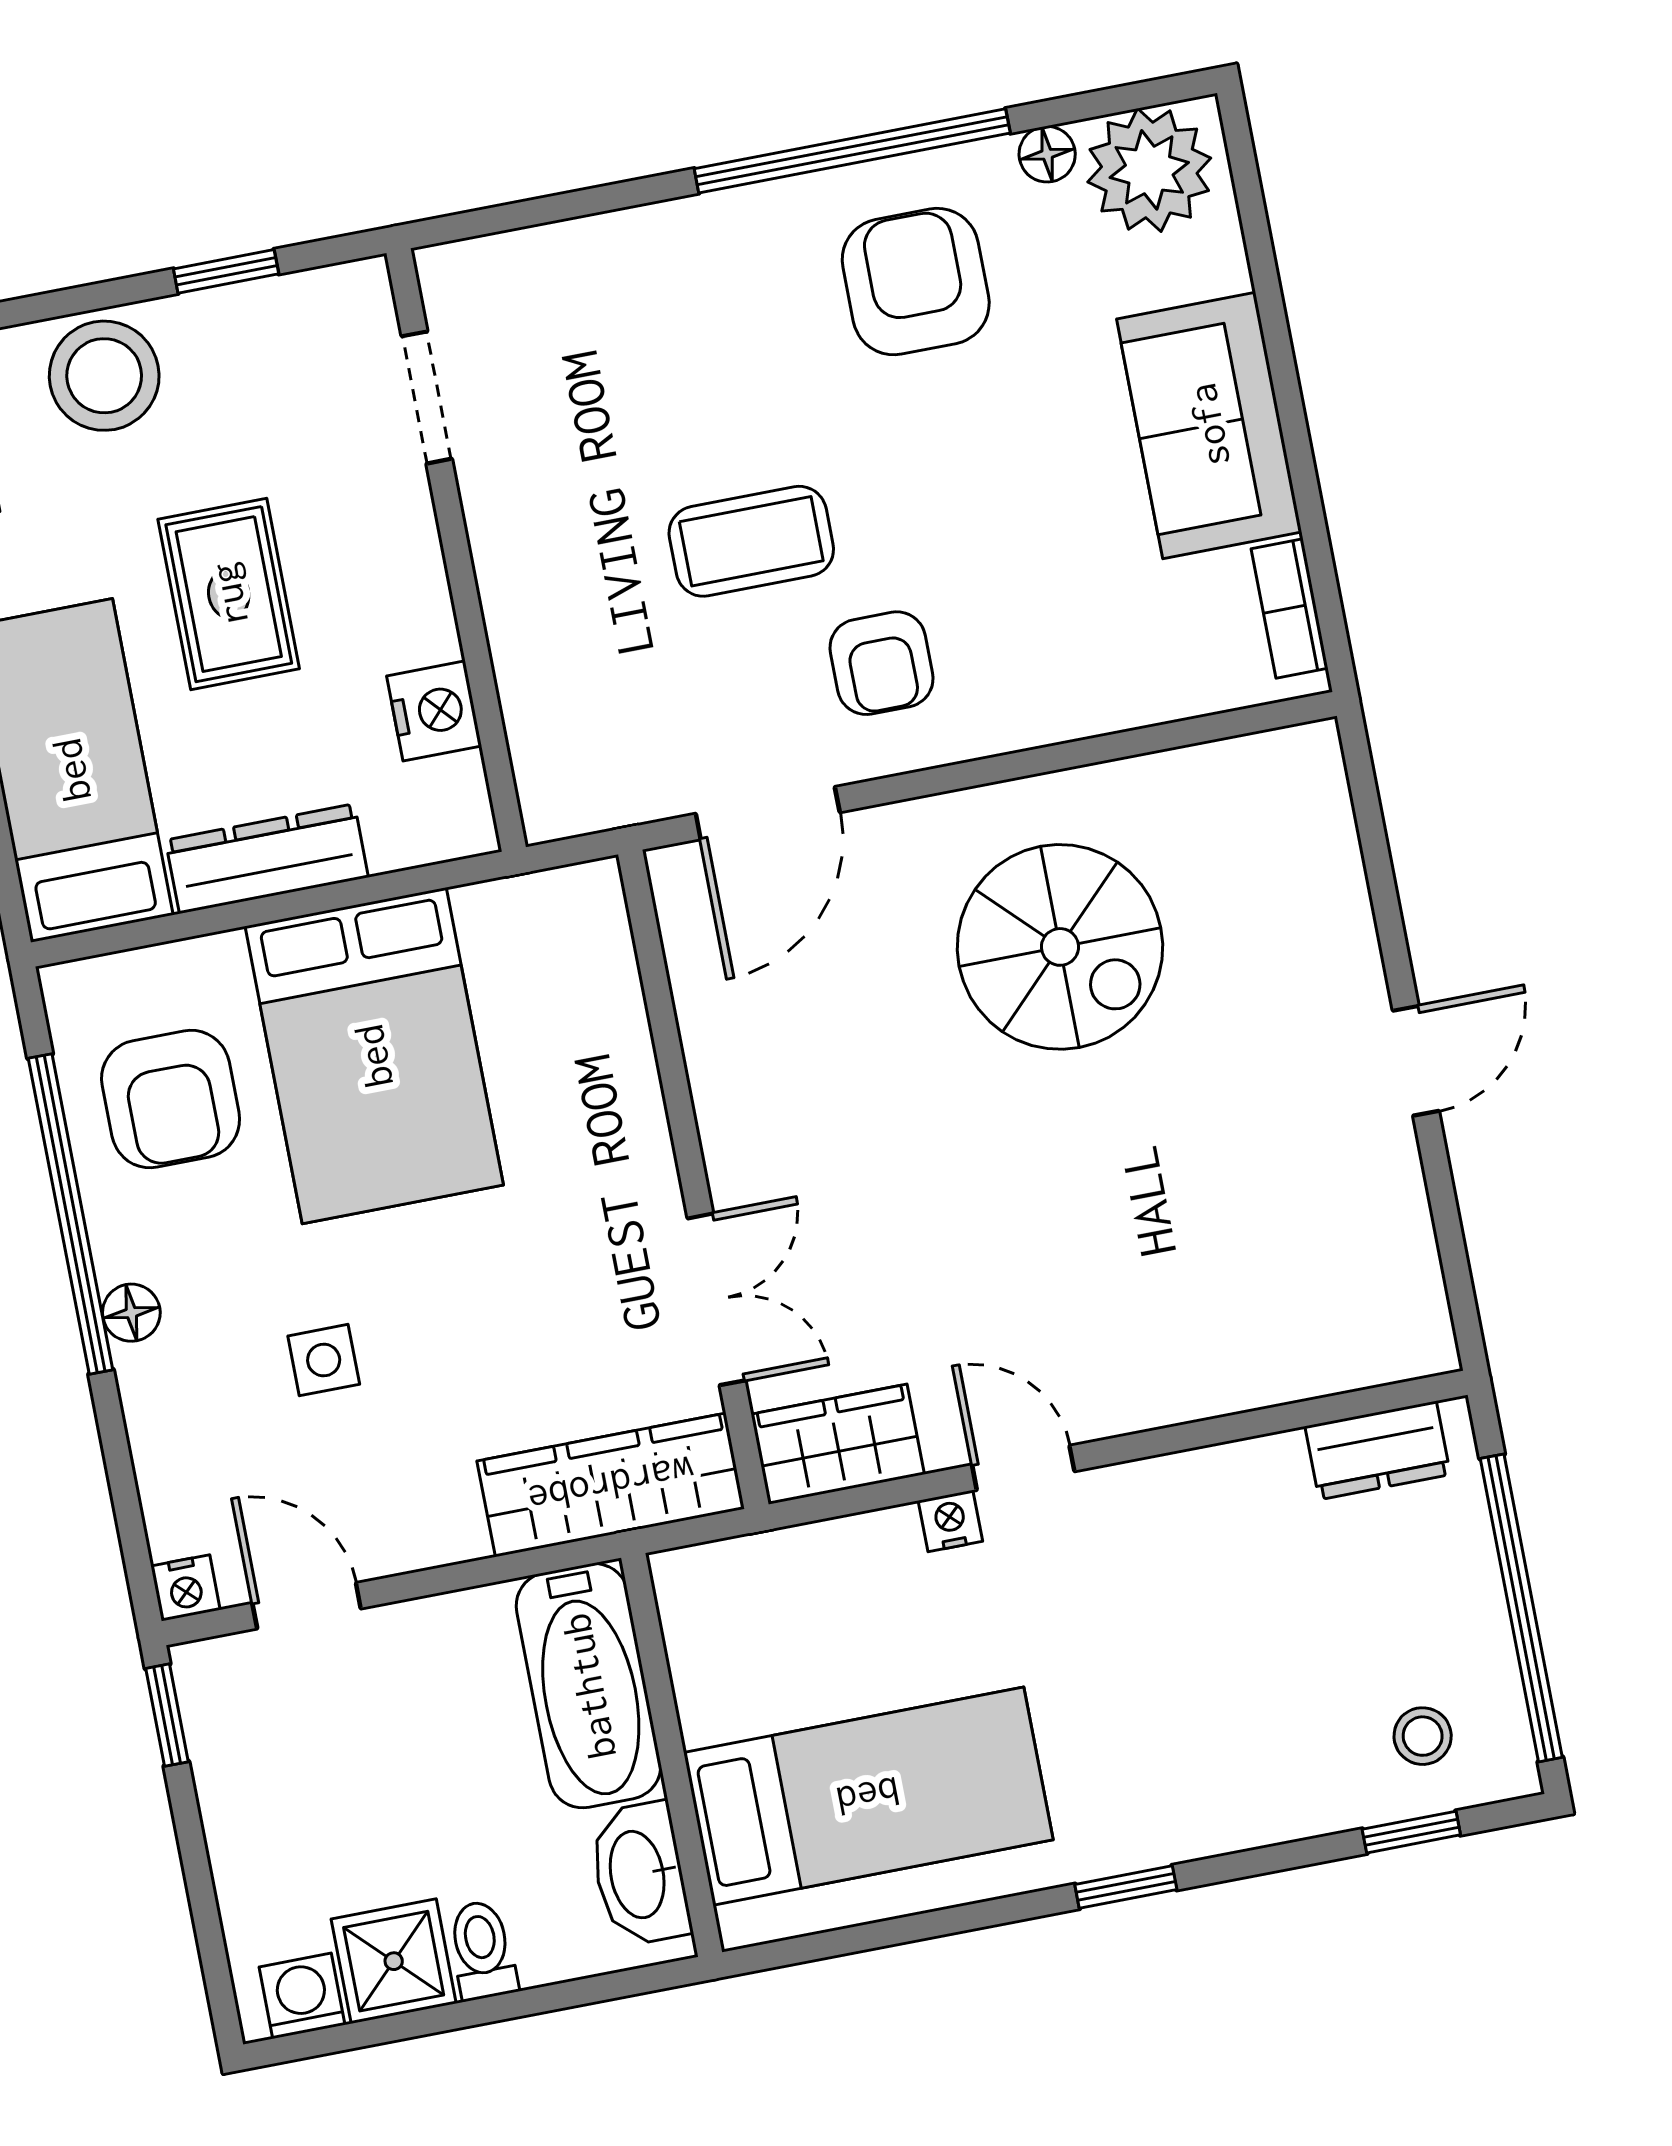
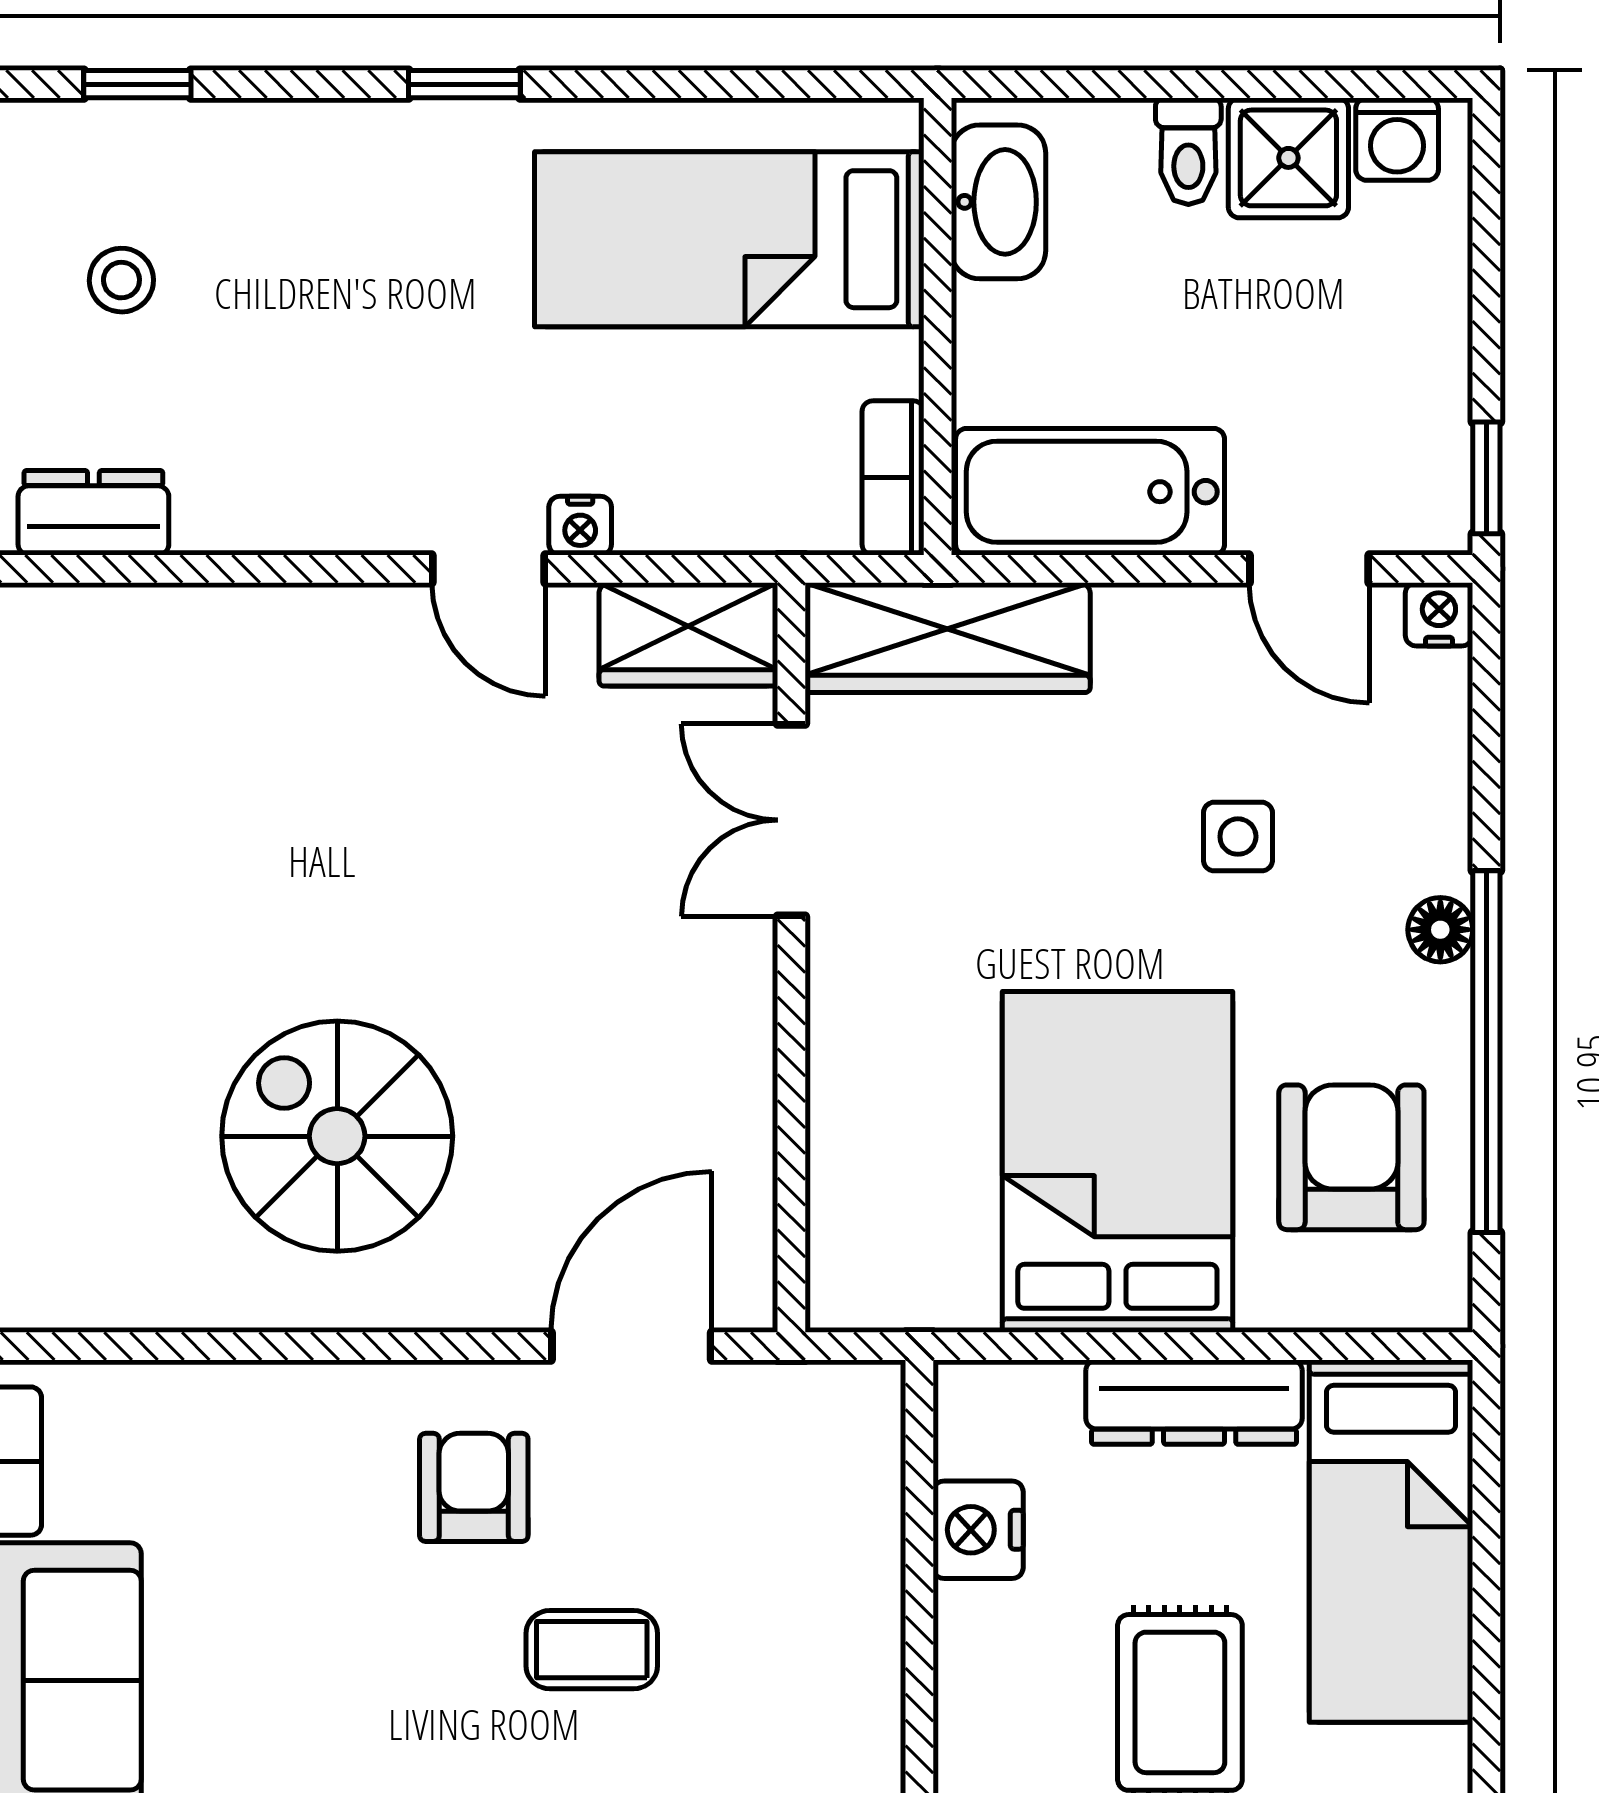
coffee table: (751, 541) -> (592, 1650), width x0.73, depth x0.77
bookcase: (685, 1615) -> (893, 478), added
bathtub: (589, 1686) -> (1090, 492), moved, turned -90
stool: (1423, 1736) -> (121, 280), moved

